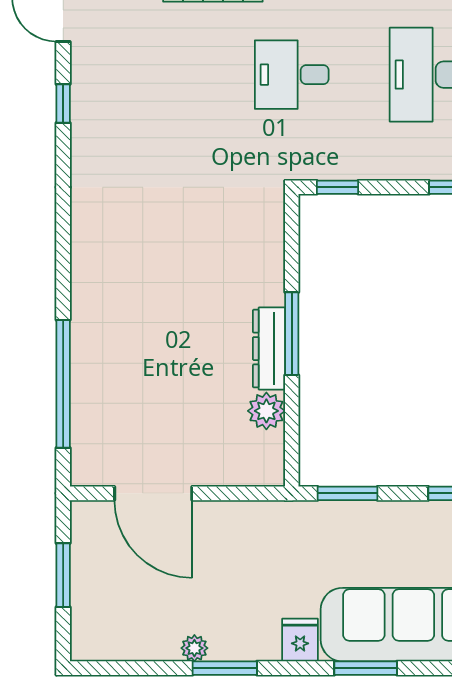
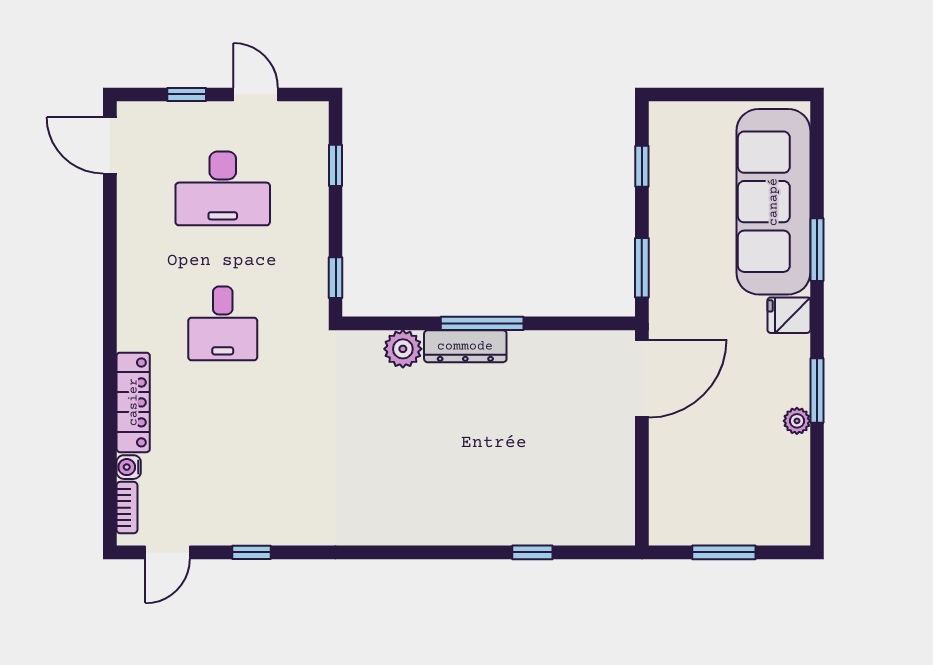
dresser: (269, 349) -> (465, 346), moved
window: (63, 384) -> (532, 552), width x0.32
plant: (266, 411) -> (403, 349), moved
door: (153, 493) -> (642, 379), moved

